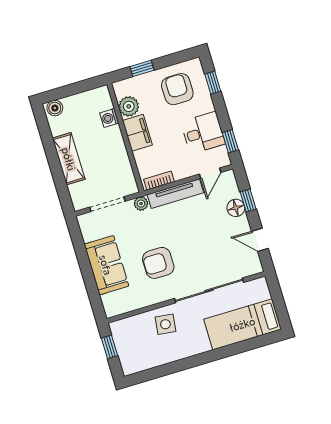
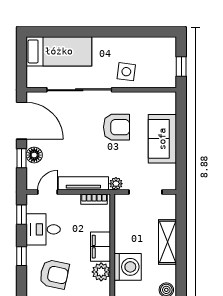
window: (213, 83) -> (21, 256), moved
armchair: (177, 89) -> (54, 274), turned -78
washing machine: (109, 118) -> (128, 267), width x1.89, depth x1.89
door: (260, 240) -> (21, 121), width x1.88

